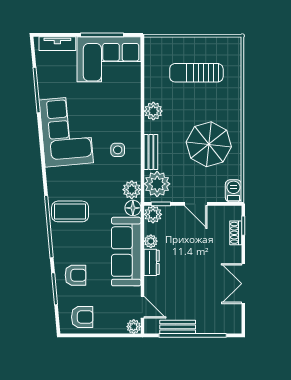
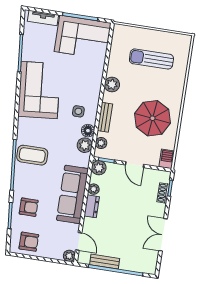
plant: (157, 184) -> (101, 143), width x0.53, depth x0.53
floor lamp: (133, 208) -> (88, 131), moved

